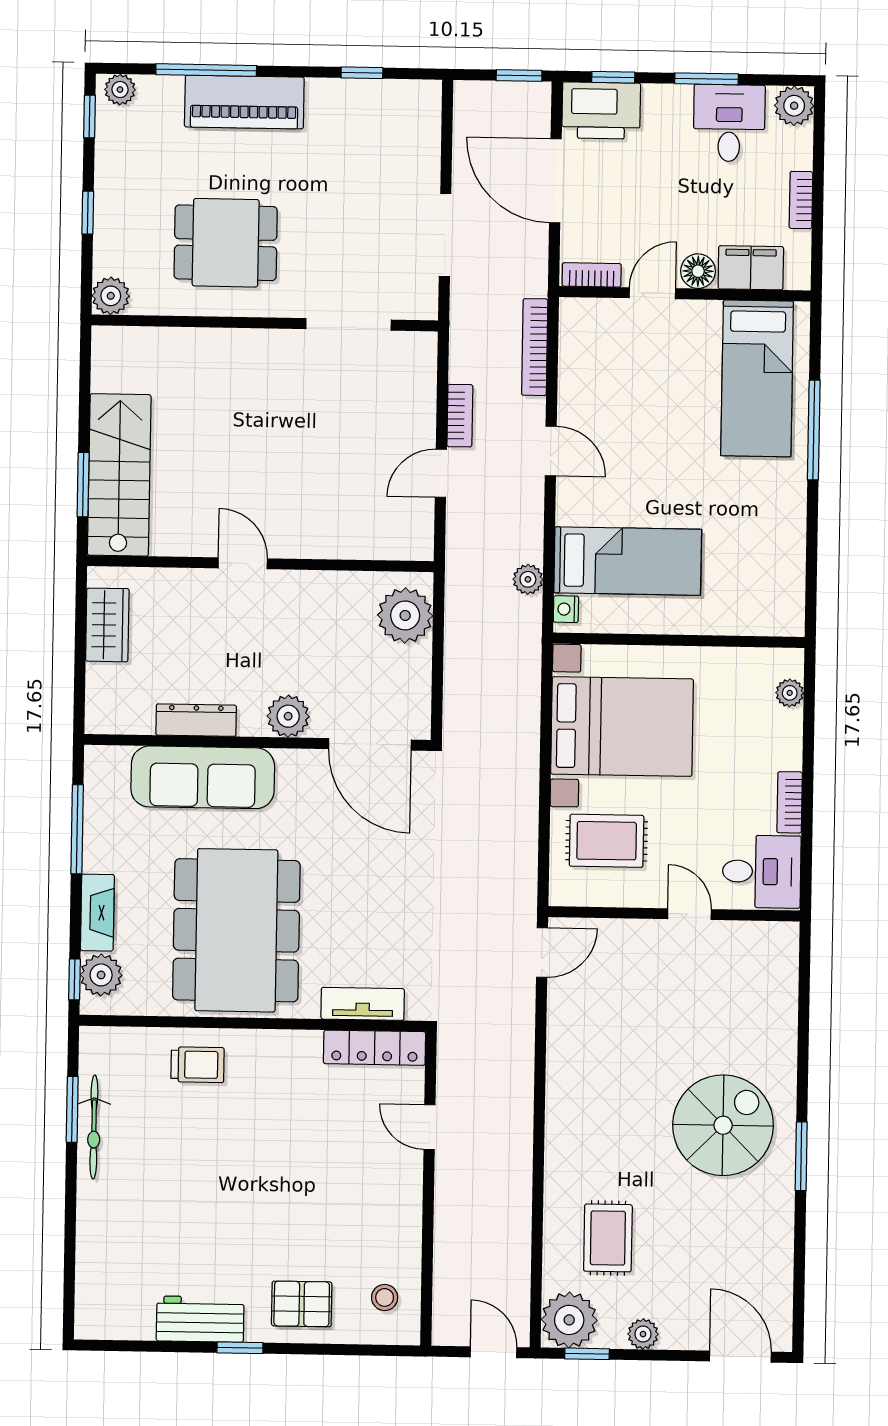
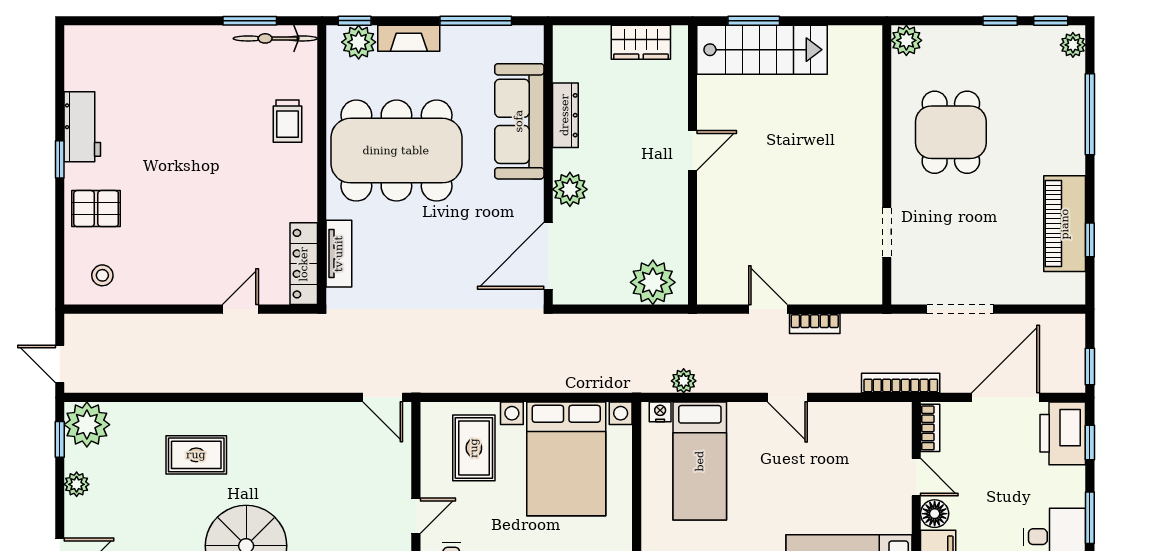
piano: (244, 102) -> (1065, 224), moved
window: (88, 213) -> (1000, 21), moved
doorway: (349, 324) -> (887, 233), width x0.73
bookcase: (535, 347) -> (901, 383), moved
door: (551, 451) -> (787, 397), hinge flipped
bicycle: (94, 1127) -> (275, 38), moved
rug: (608, 1238) -> (196, 455), moved
pallet: (302, 1304) -> (96, 209), turned 90
door: (493, 1352) -> (60, 364), swing flipped

